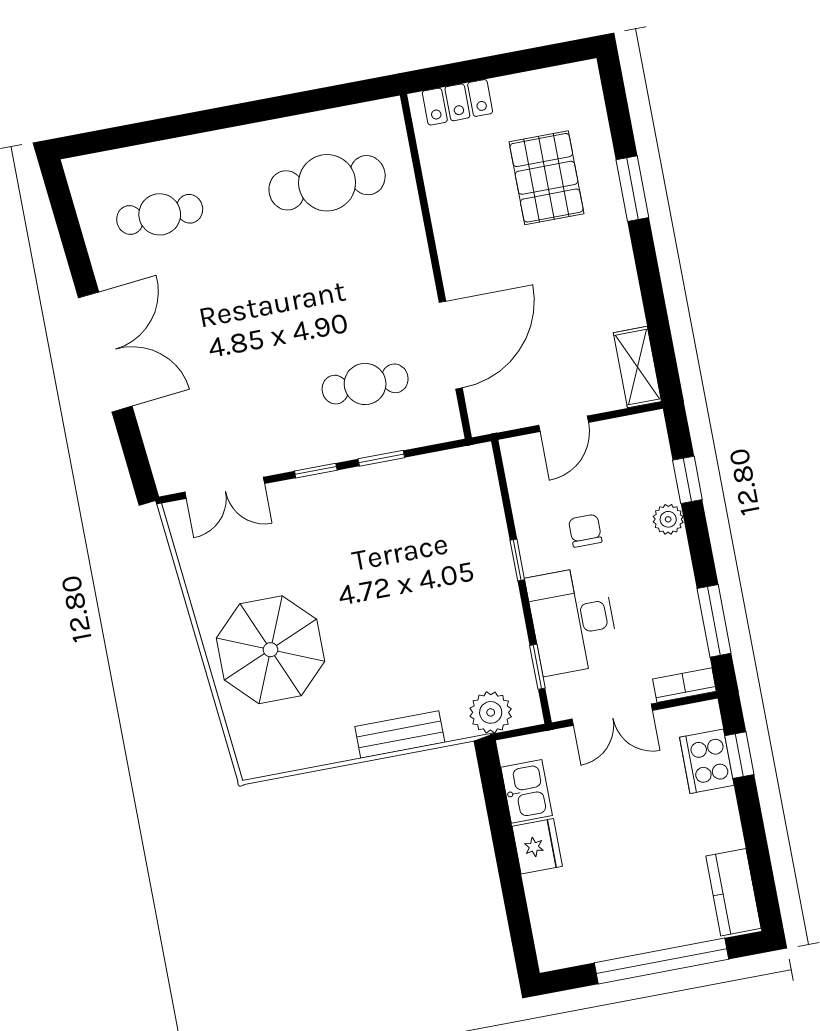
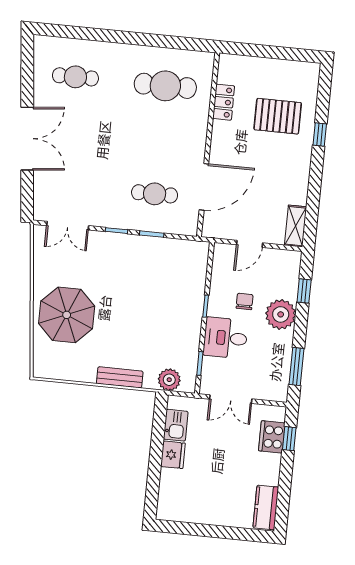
locker: (457, 102) -> (224, 102), moved, turned -90
pallet: (547, 178) -> (278, 116), turned 90
window: (632, 189) -> (320, 135), width x0.67
plant: (668, 519) -> (281, 314), width x1.87, depth x1.87
desk: (573, 620) -> (225, 338), width x0.73
bookcase: (684, 685) -> (272, 395), removed
window: (661, 961) -> (219, 532), removed

